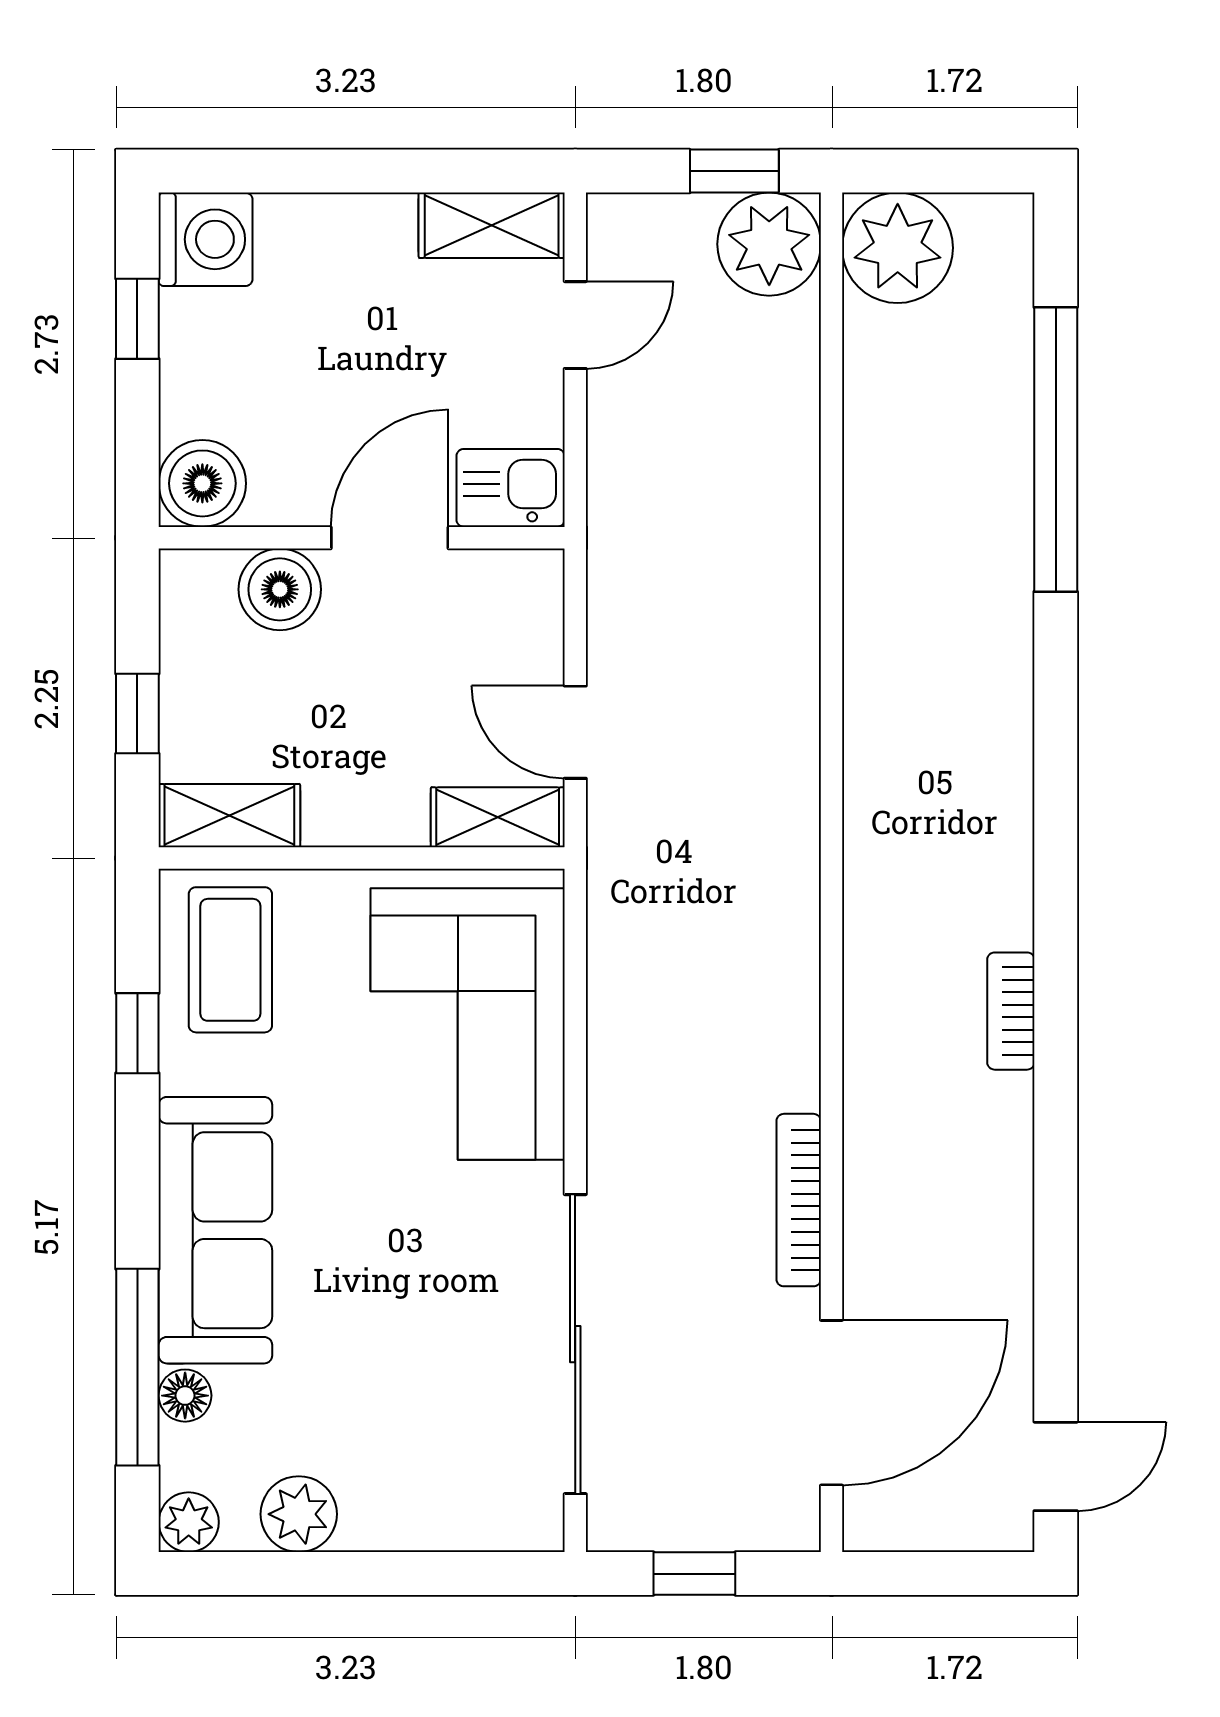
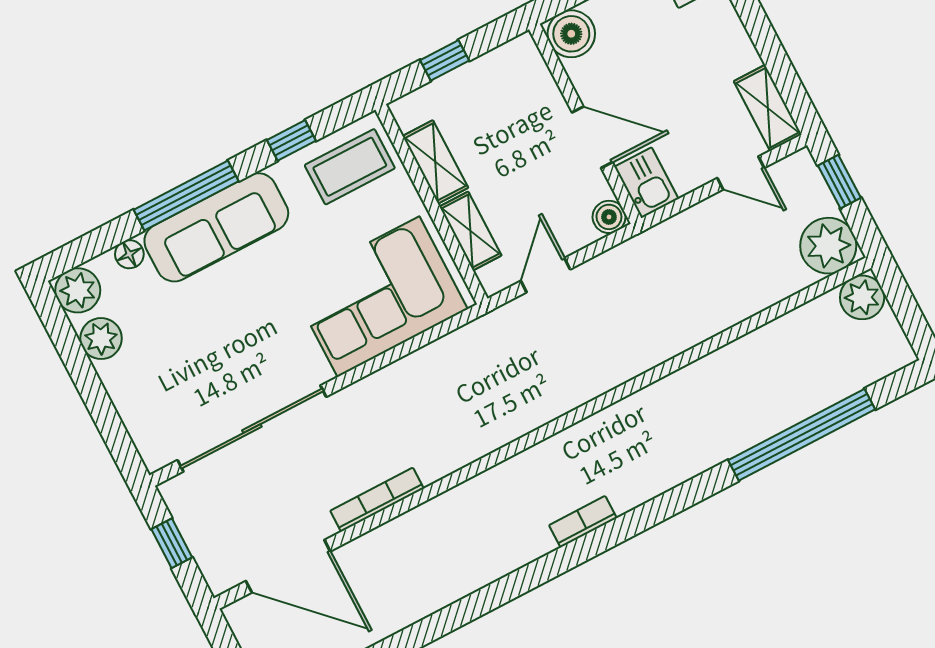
window: (734, 171) -> (839, 182), moved
plant: (898, 248) -> (862, 297), width x0.73, depth x0.73
boiler: (280, 589) -> (609, 217), moved, width x0.73, depth x0.73
shelving: (229, 816) -> (435, 162), moved
shelving: (498, 817) -> (470, 231), moved
bookcase: (1011, 1011) -> (583, 522), moved
window: (137, 1367) -> (186, 195), moved
plant: (189, 1522) -> (78, 290), width x1.38, depth x1.38

